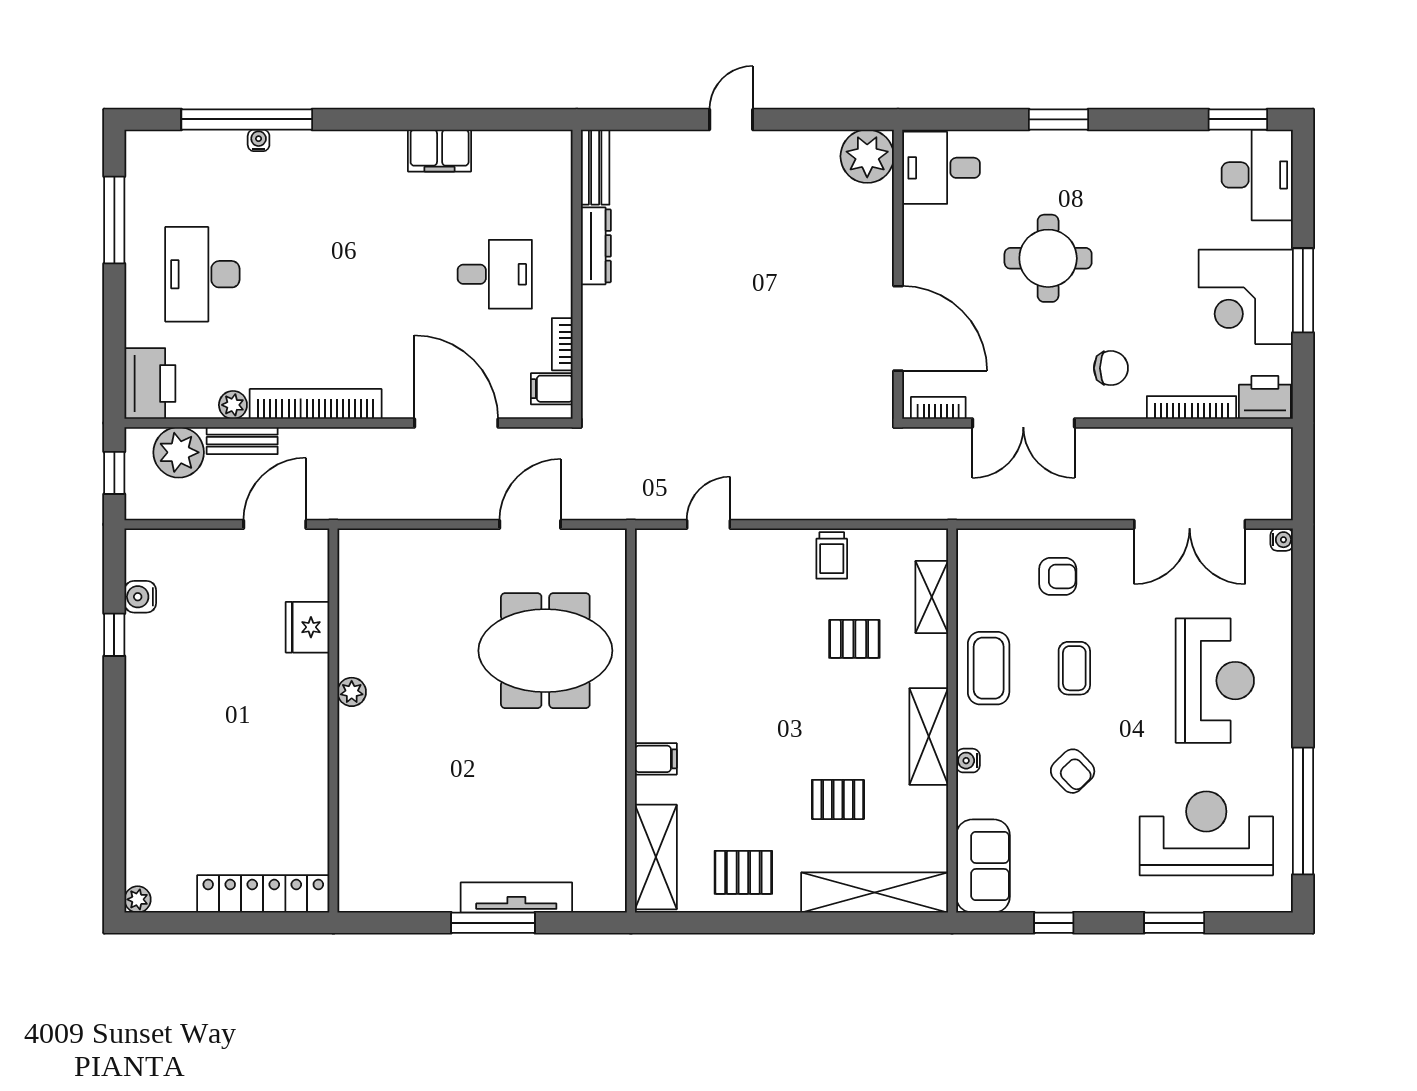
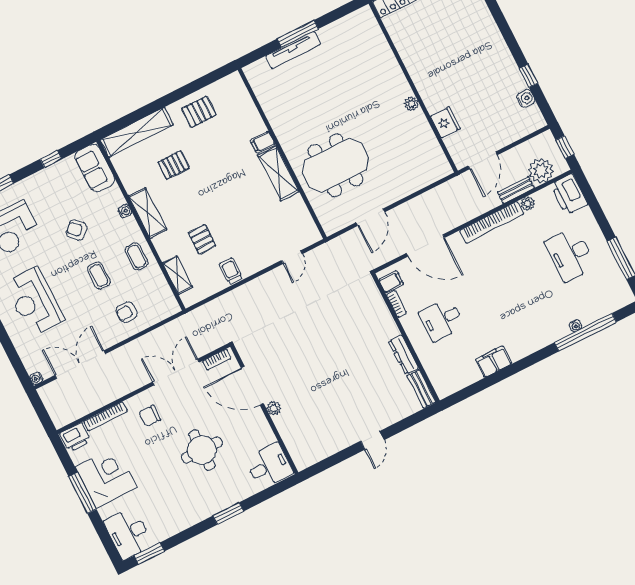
plant: (867, 156) -> (274, 408), moved, width x0.53, depth x0.53
desk: (202, 274) -> (570, 254), turned 180
pallet: (854, 639) -> (202, 239), turned 90
coffee table: (989, 668) -> (137, 256), width x0.73, depth x0.77
shelving: (656, 857) -> (278, 173), moved

